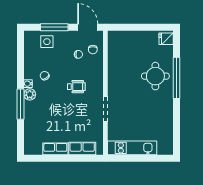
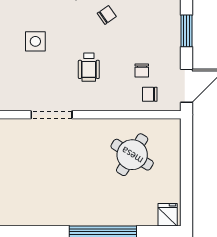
window: (54, 27) -> (187, 31), width x0.69
side table: (47, 42) -> (35, 41), moved
round table: (155, 76) -> (132, 155), moved, turned 32

